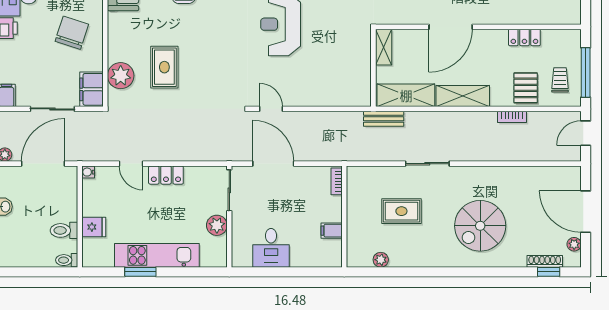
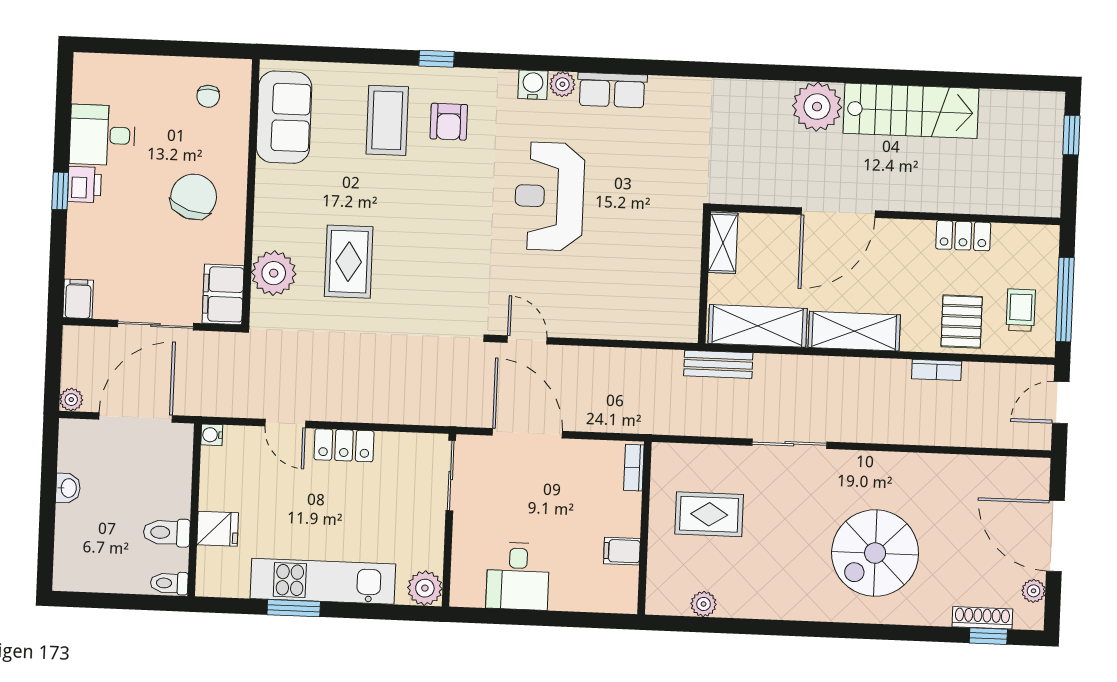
rug: (401, 211) -> (709, 514), moved
plant: (217, 225) -> (425, 588), moved

